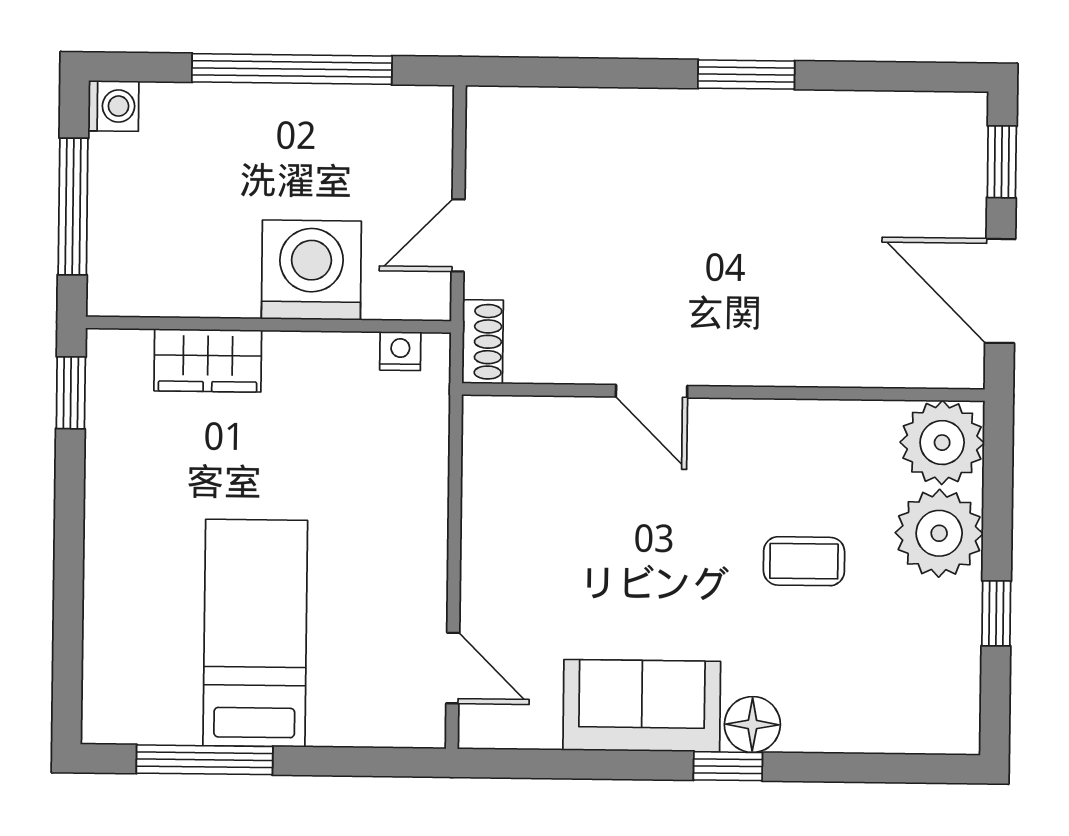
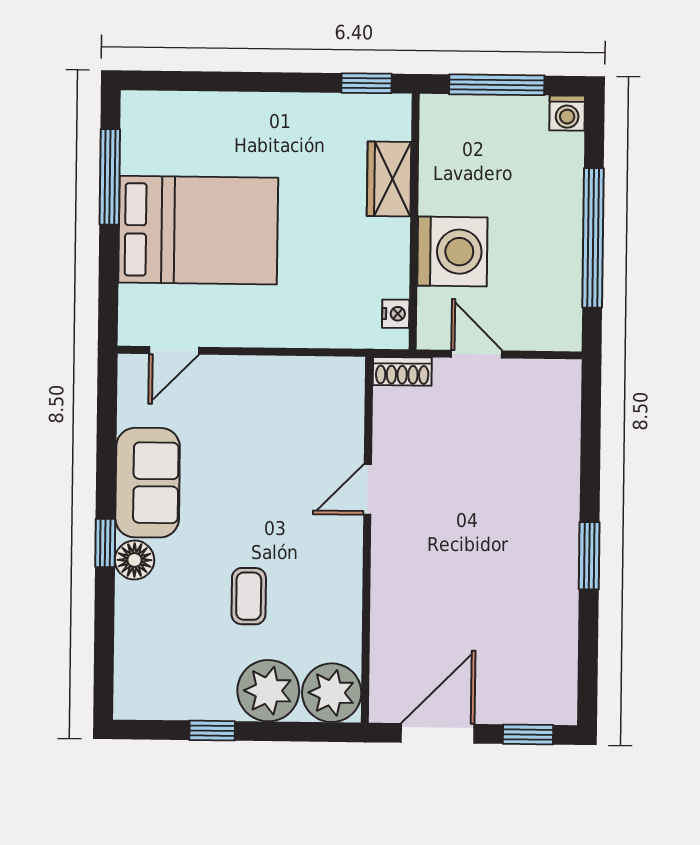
bed: (255, 633) -> (198, 230), width x1.50

